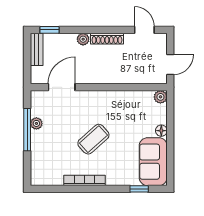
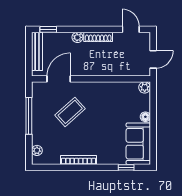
bench: (37, 49) -> (37, 51), width x1.36
plant: (36, 123) -> (37, 150), moved
coffee table: (93, 139) -> (70, 112), moved

